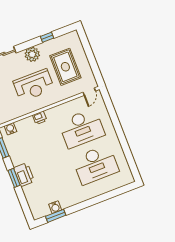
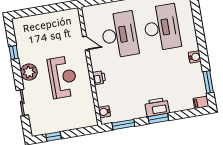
rug: (65, 67) -> (50, 39), removed
door: (89, 92) -> (86, 43), moved
water cooler: (55, 207) -> (195, 57), moved
filing cabinet: (36, 213) -> (201, 102), added

